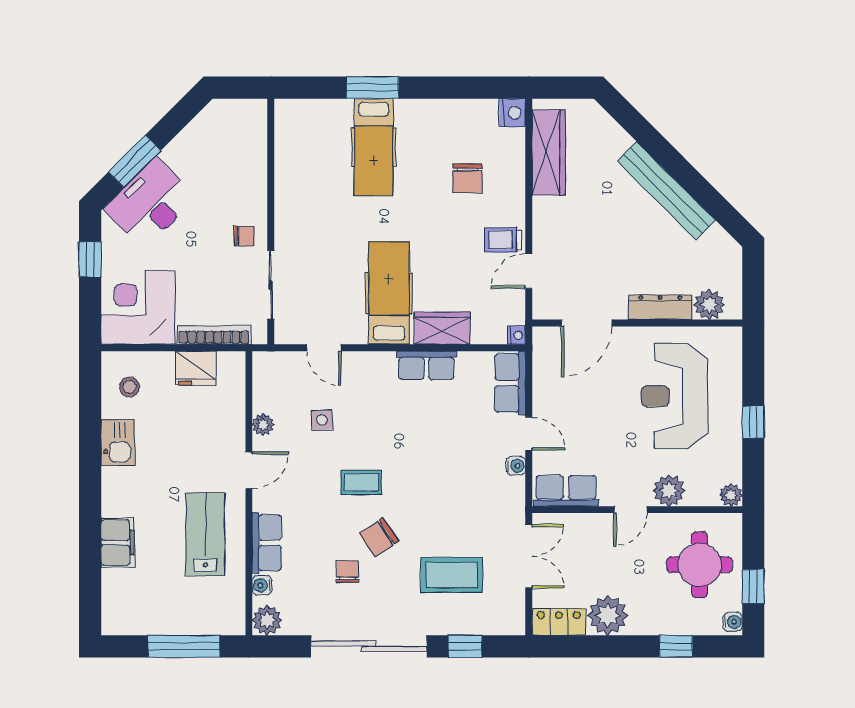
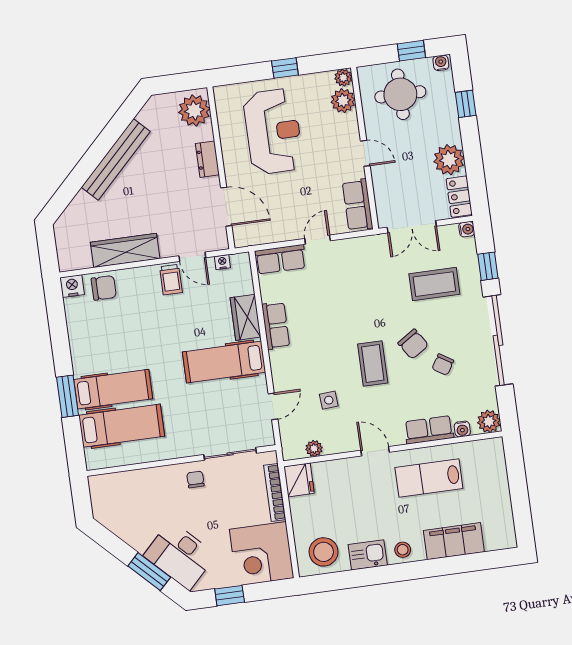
hospital bed: (326, 151) -> (122, 426), added
wardrobe: (549, 152) -> (125, 250), moved
chair: (467, 178) -> (104, 288), moved
plant: (709, 305) -> (194, 111), width x1.36, depth x1.36
dresser: (660, 307) -> (207, 159), width x0.70
nightstand: (517, 335) -> (222, 262), moved
fridge: (195, 368) -> (299, 480), moved
stool: (129, 387) -> (324, 552), width x1.89, depth x1.89
reception desk: (674, 396) -> (273, 131), turned -90
plant: (263, 424) -> (314, 449), moved
water cooler: (516, 466) -> (467, 229), moved, turned 90
coffee table: (361, 482) -> (373, 363), width x1.36, depth x1.30
stool: (118, 488) -> (403, 550), added
plant: (669, 491) -> (343, 101), moved
filing cabinet: (118, 543) -> (454, 541), width x1.50, depth x1.17
double door: (529, 556) -> (412, 227), swing flipped
chair: (347, 572) -> (443, 365), turned -58
coffee table: (452, 575) -> (434, 284), turned 90
window: (184, 646) -> (518, 483), removed

